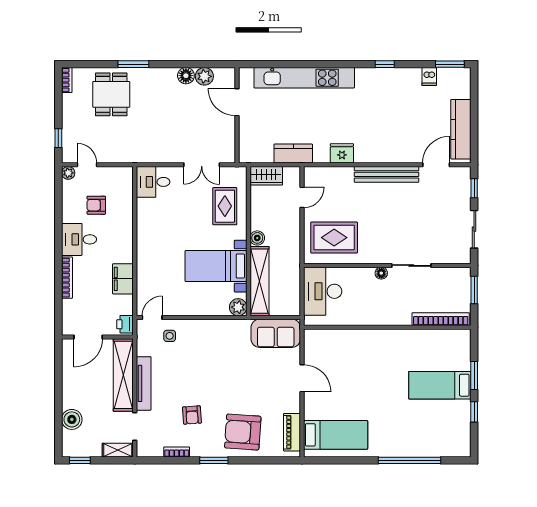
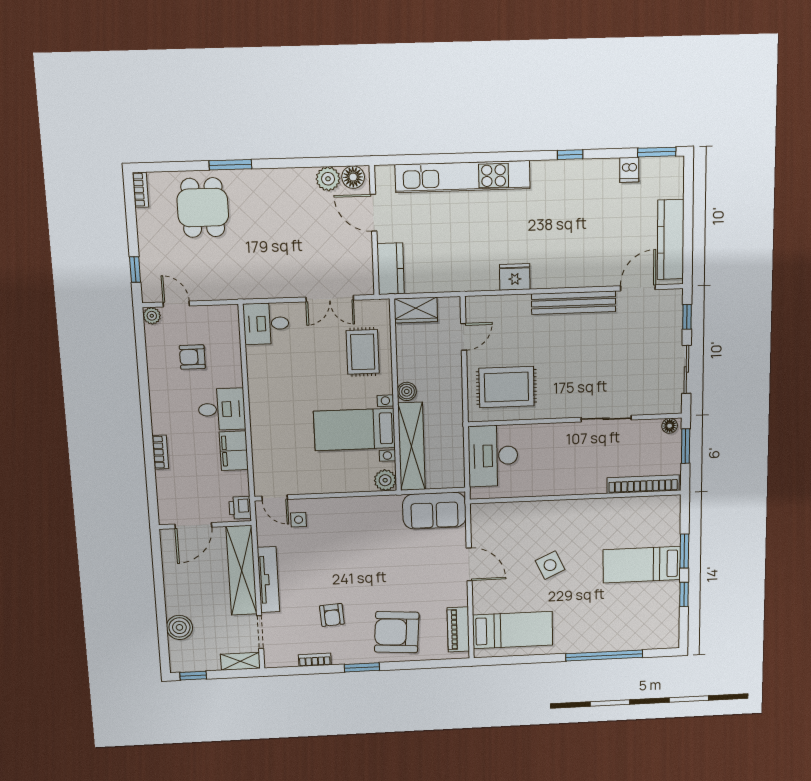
floor lamp: (186, 76) -> (353, 177), moved
kitchen counter: (293, 154) -> (391, 269), moved, turned 90
desk: (79, 239) -> (222, 409), moved, turned 180
floor lamp: (381, 273) -> (670, 426), moved
bookcase: (67, 278) -> (160, 452), width x0.64
door: (152, 317) -> (275, 498), swing flipped
side table: (366, 382) -> (550, 565), added

